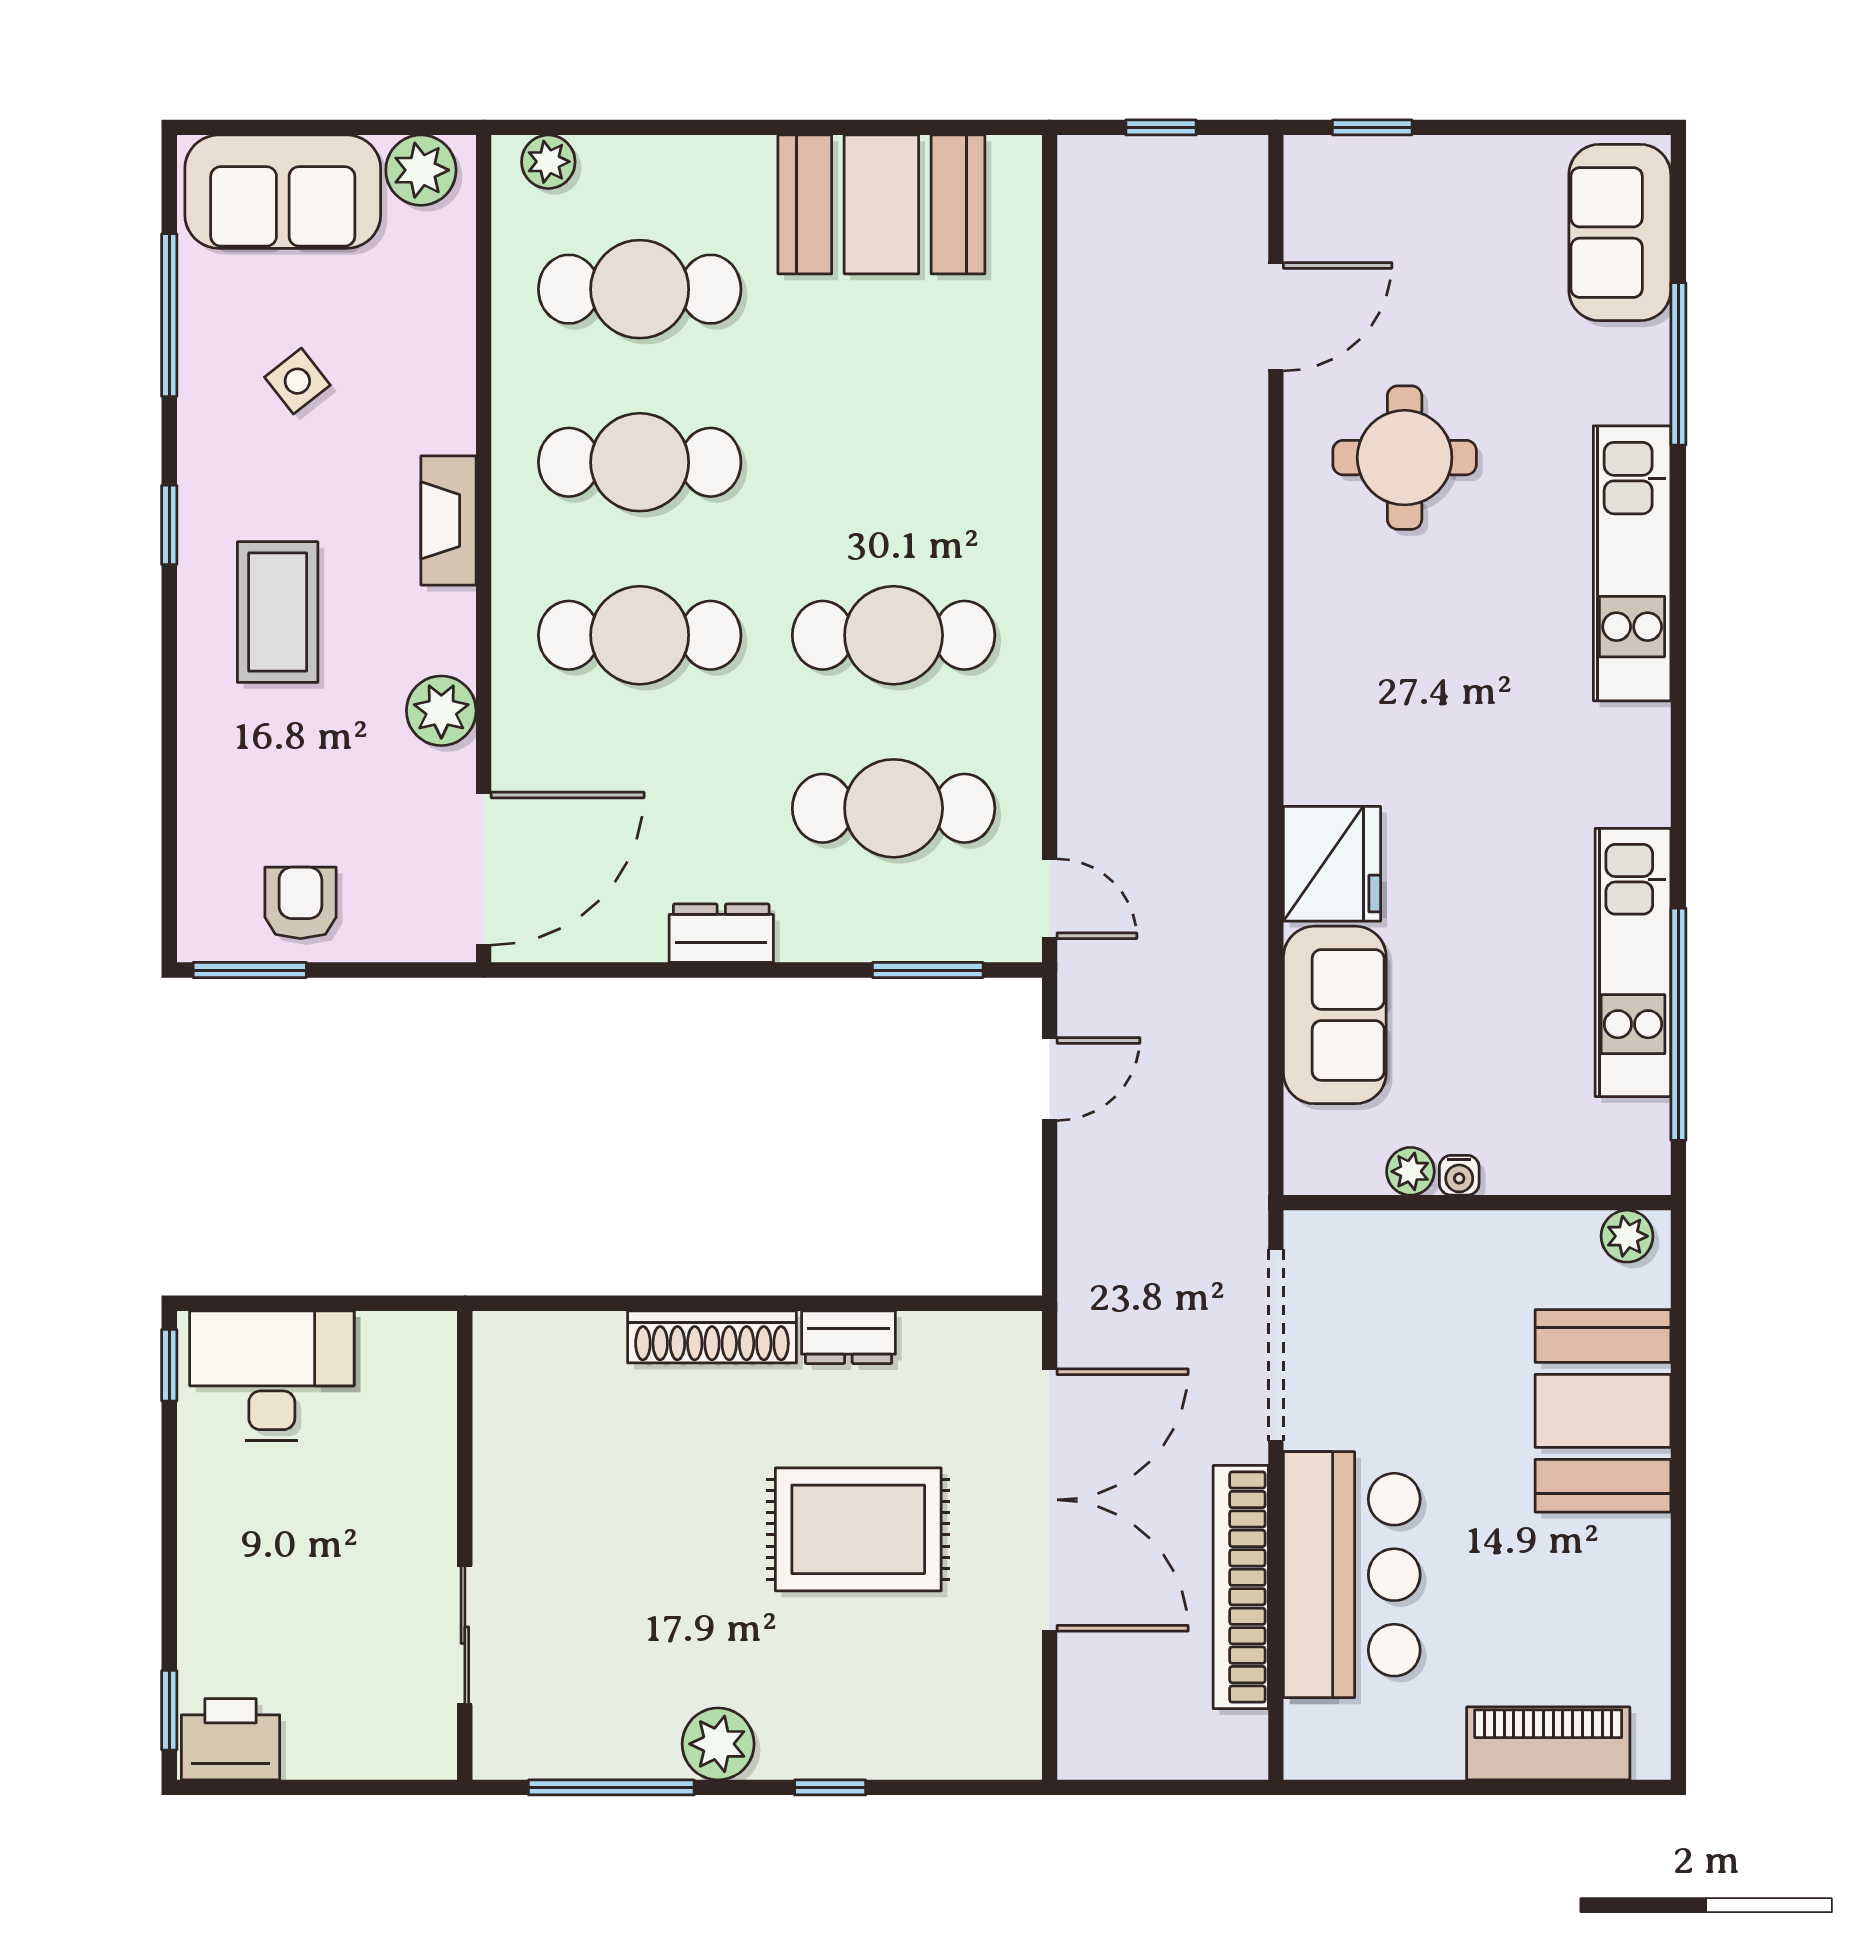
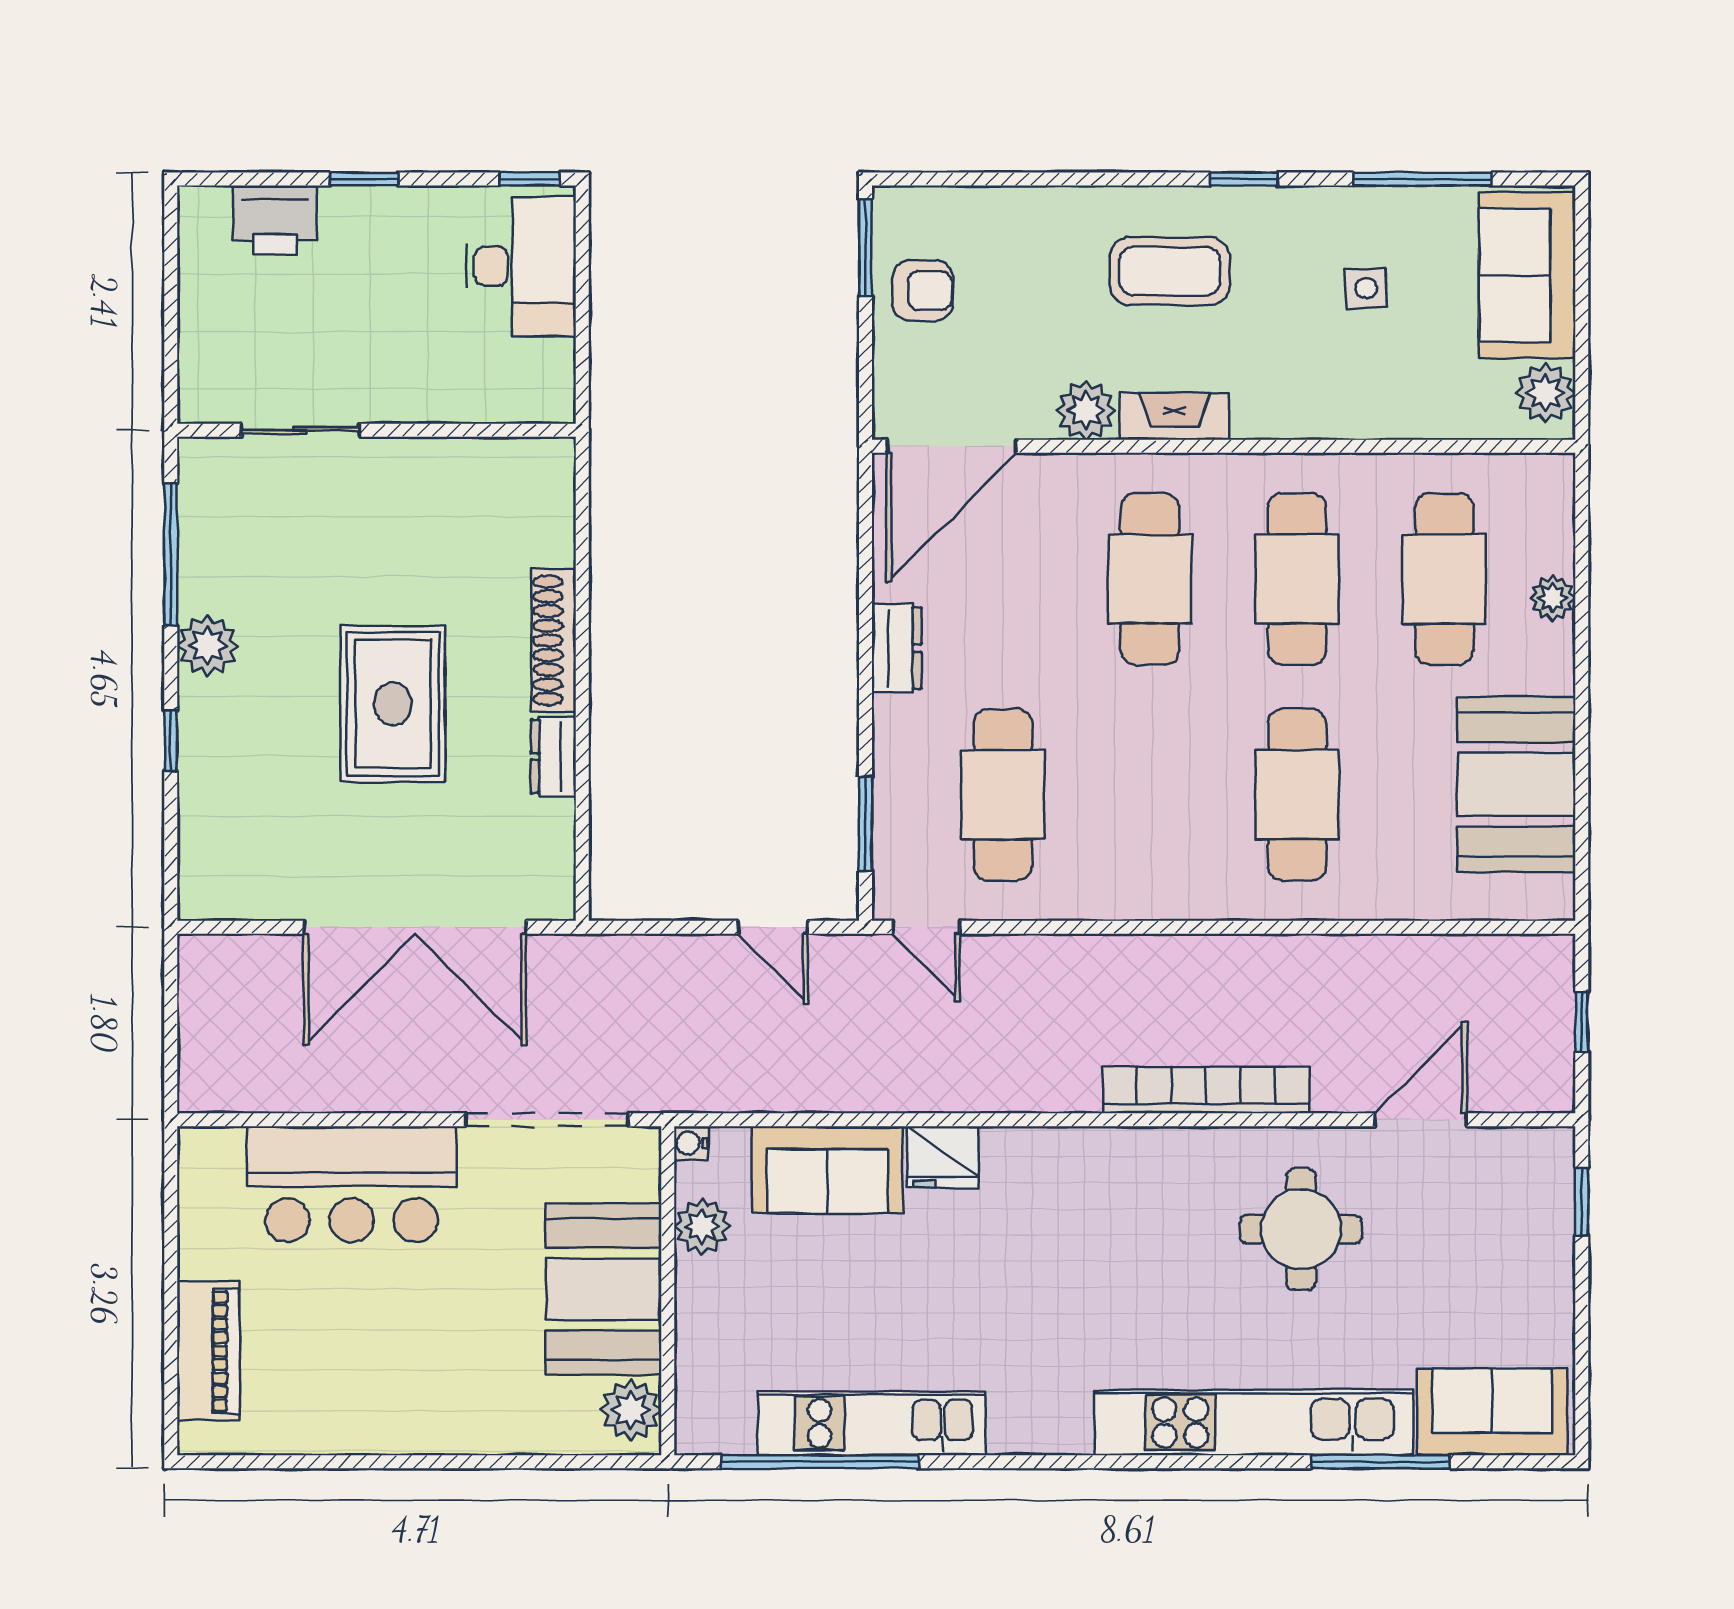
plant: (548, 162) -> (1553, 598), moved
door: (1276, 317) -> (1421, 1120), swing flipped
side table: (297, 381) -> (1366, 288), turned 36
fireplace: (449, 520) -> (1175, 416), moved
kitchen unit: (1632, 563) -> (1254, 1422), width x1.36
cafe table: (894, 635) -> (1297, 795), moved
fridge: (1332, 864) -> (943, 1157), width x0.73, depth x0.75
door: (484, 869) -> (952, 446), hinge flipped
door: (1050, 899) -> (926, 927), hinge flipped
plant: (1410, 1171) -> (702, 1226), width x1.38, depth x1.38
water cooler: (1459, 1175) -> (691, 1143), moved
plant: (1627, 1236) -> (631, 1410), width x1.38, depth x1.38
booth: (1603, 1411) -> (604, 1289), moved, turned 90
rug: (858, 1529) -> (393, 704), moved
bookcase: (1241, 1587) -> (1206, 1090), moved
window: (169, 1710) -> (364, 179), moved
printer: (230, 1739) -> (275, 220), moved, turned 90

